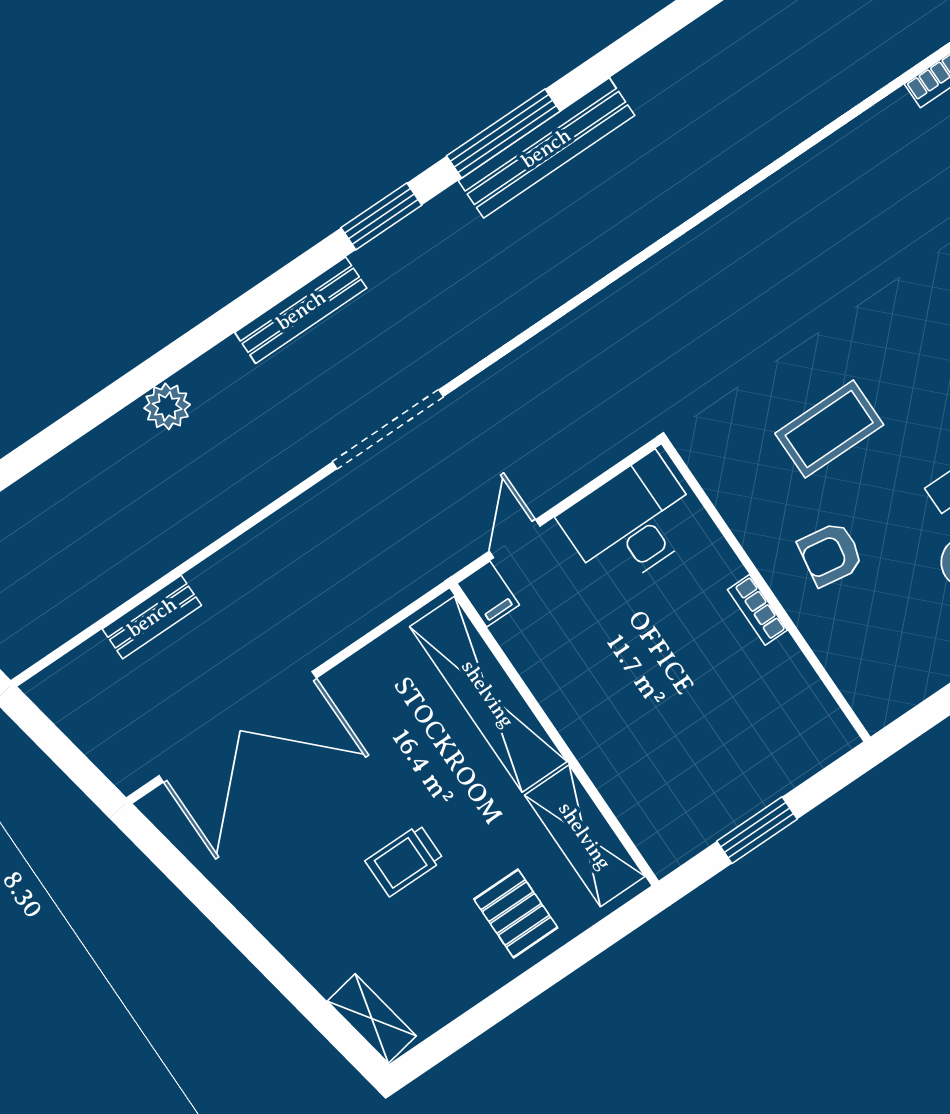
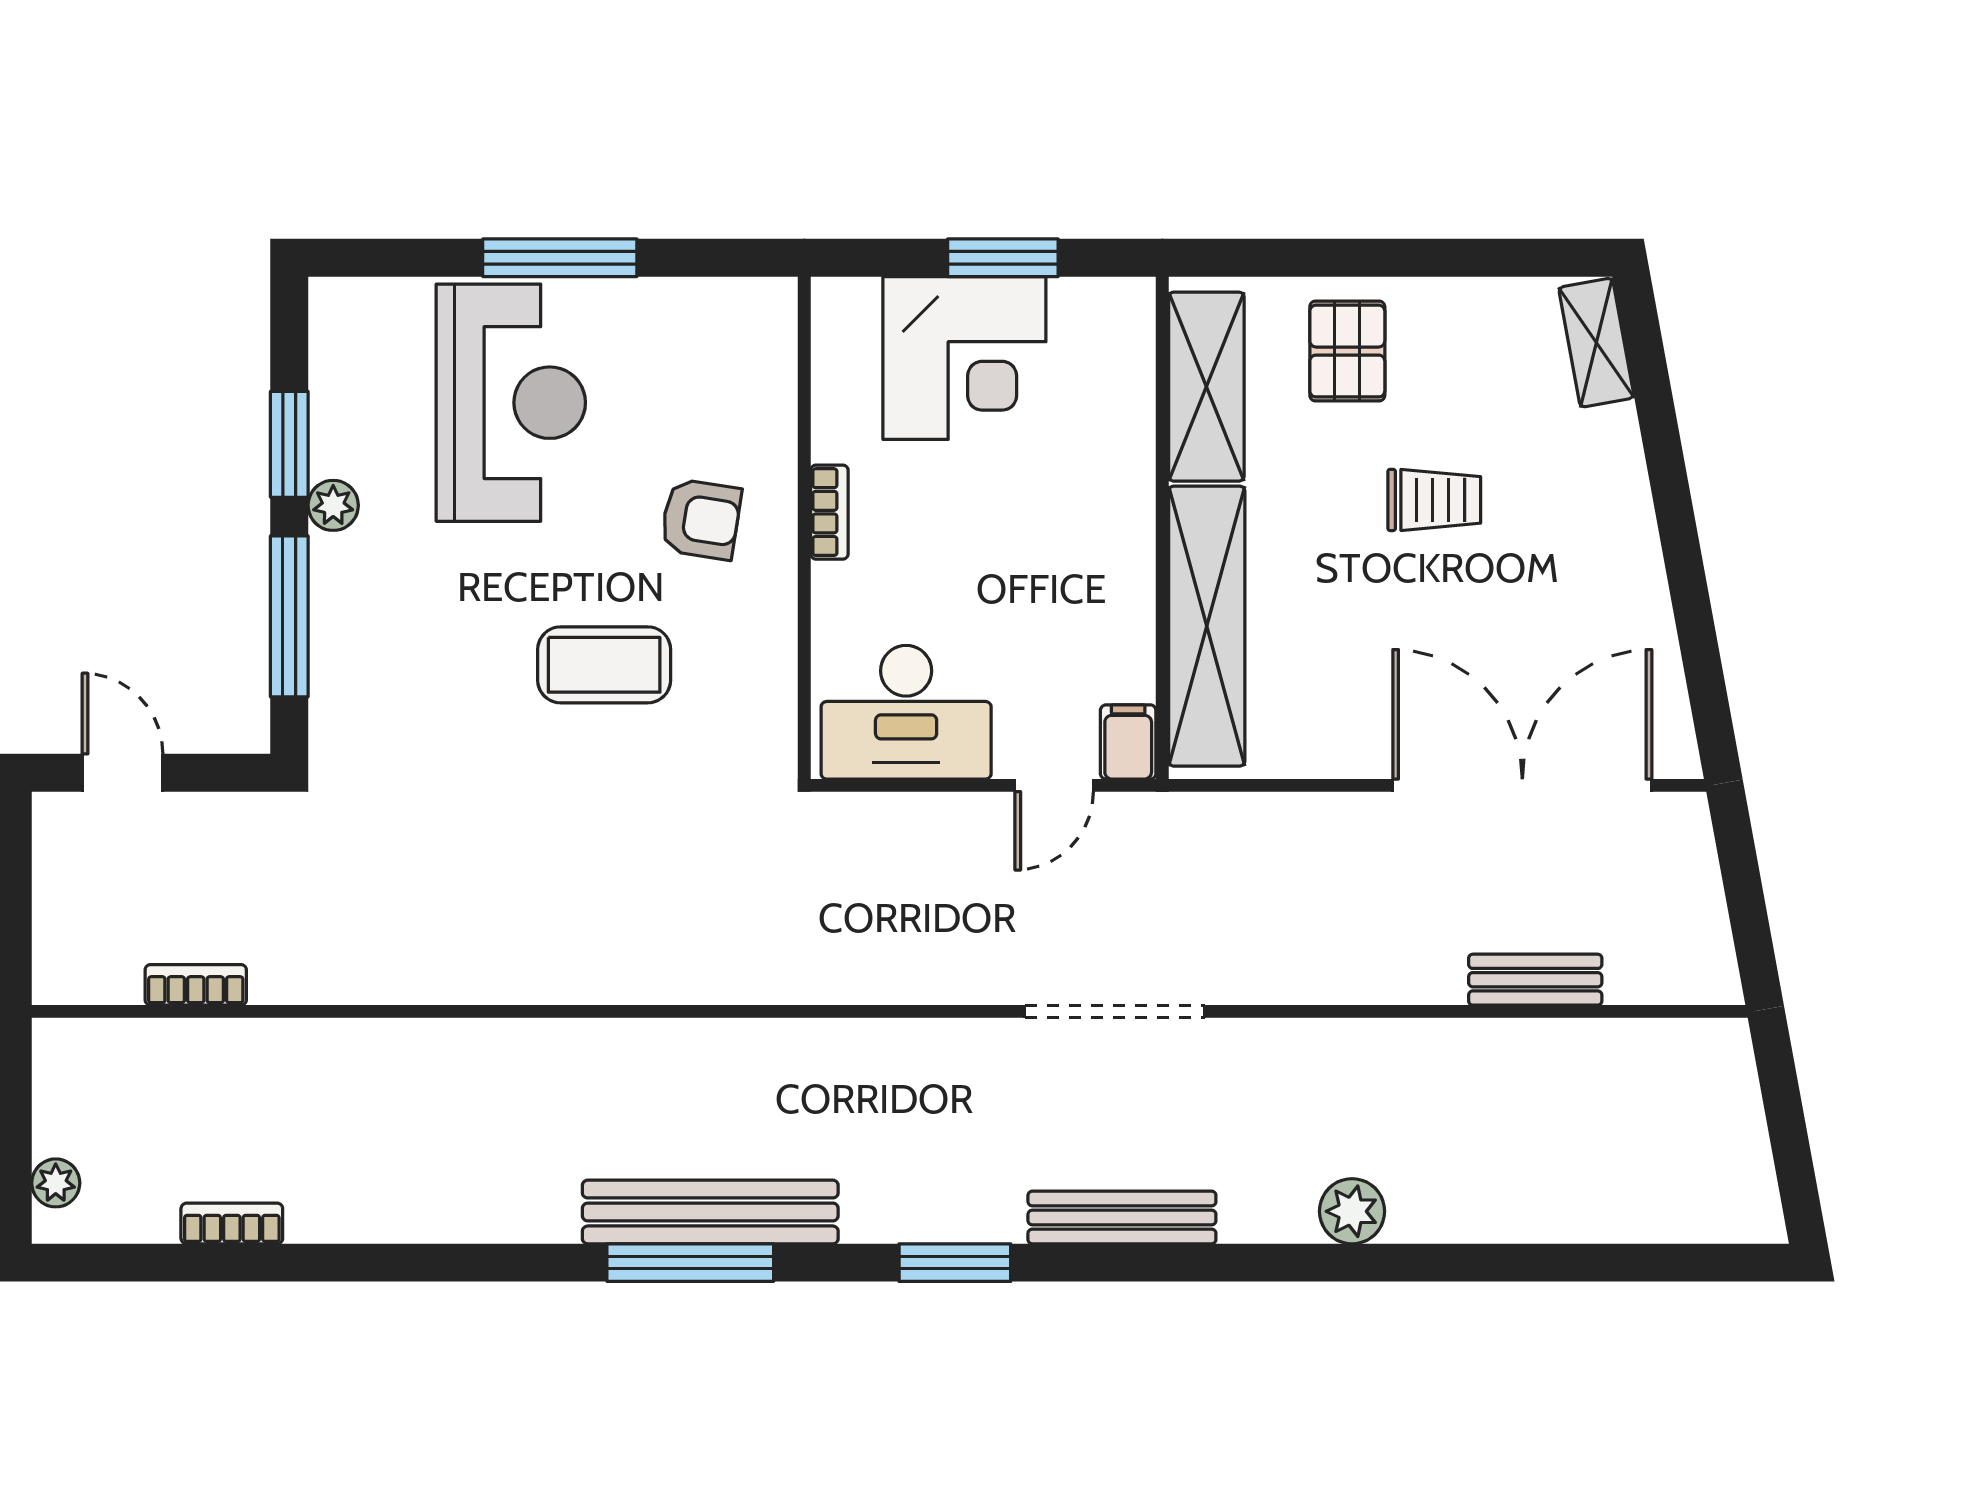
window: (503, 134) -> (690, 1263), moved
corner desk: (739, 755) -> (964, 358), added

